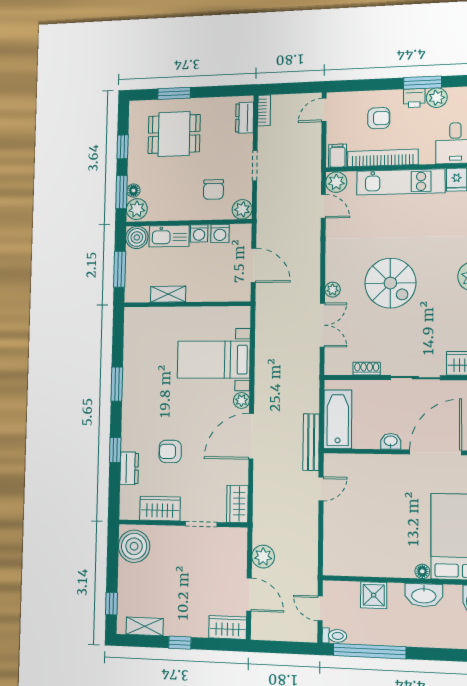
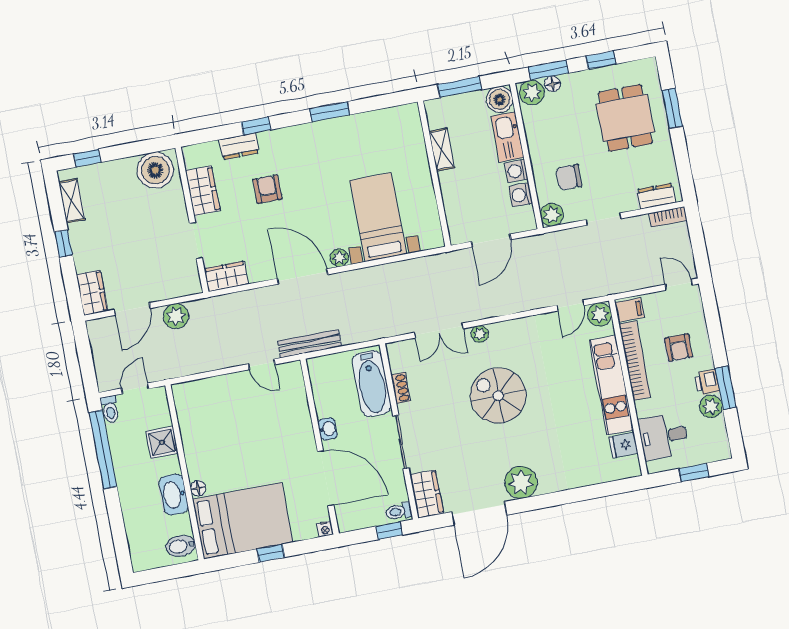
spiral stairs: (390, 283) -> (498, 396), turned 90
bathtub: (338, 419) -> (372, 384), moved, turned 90

